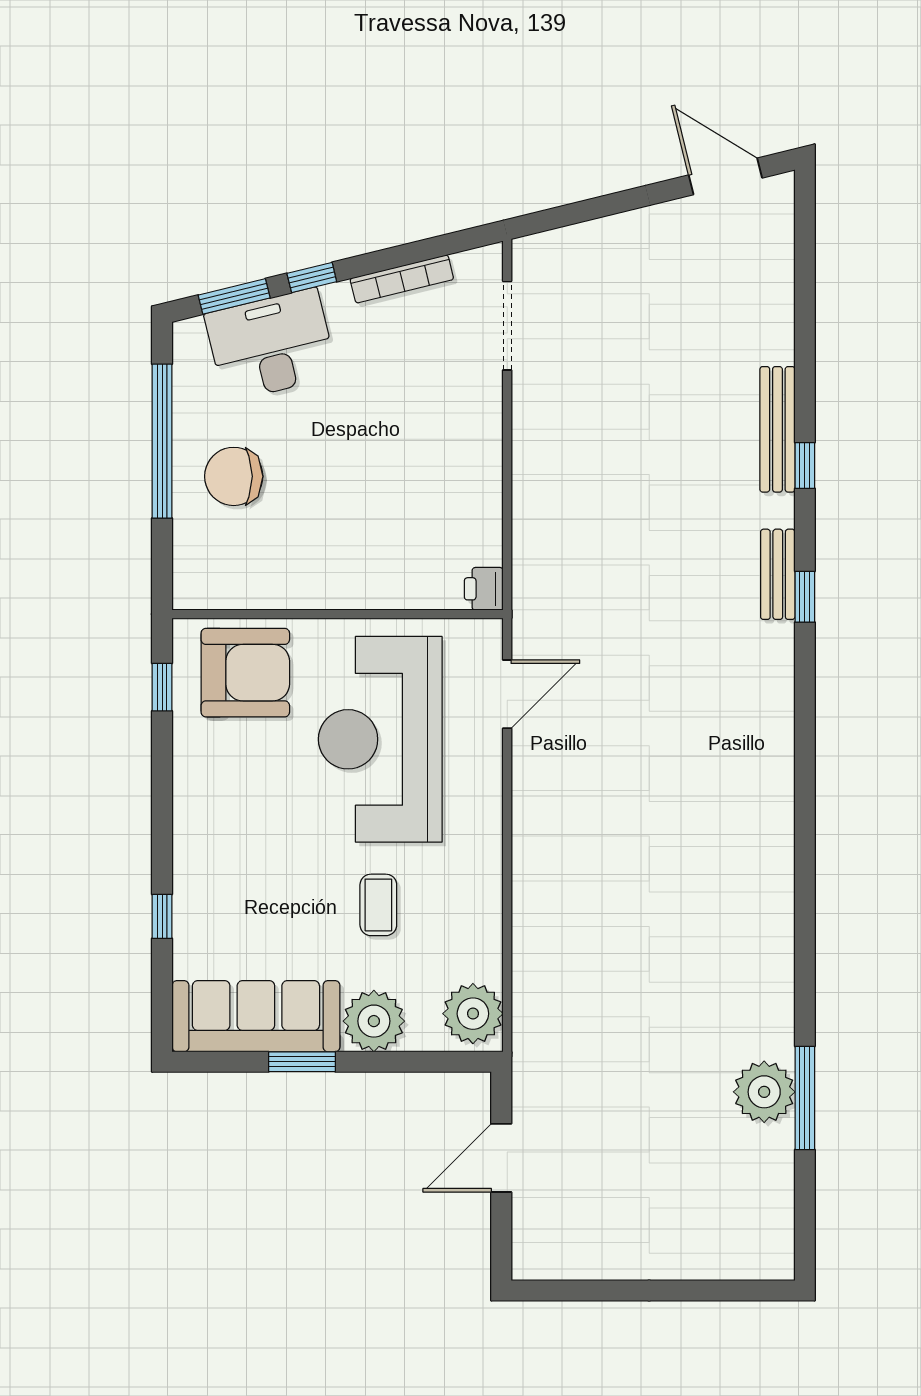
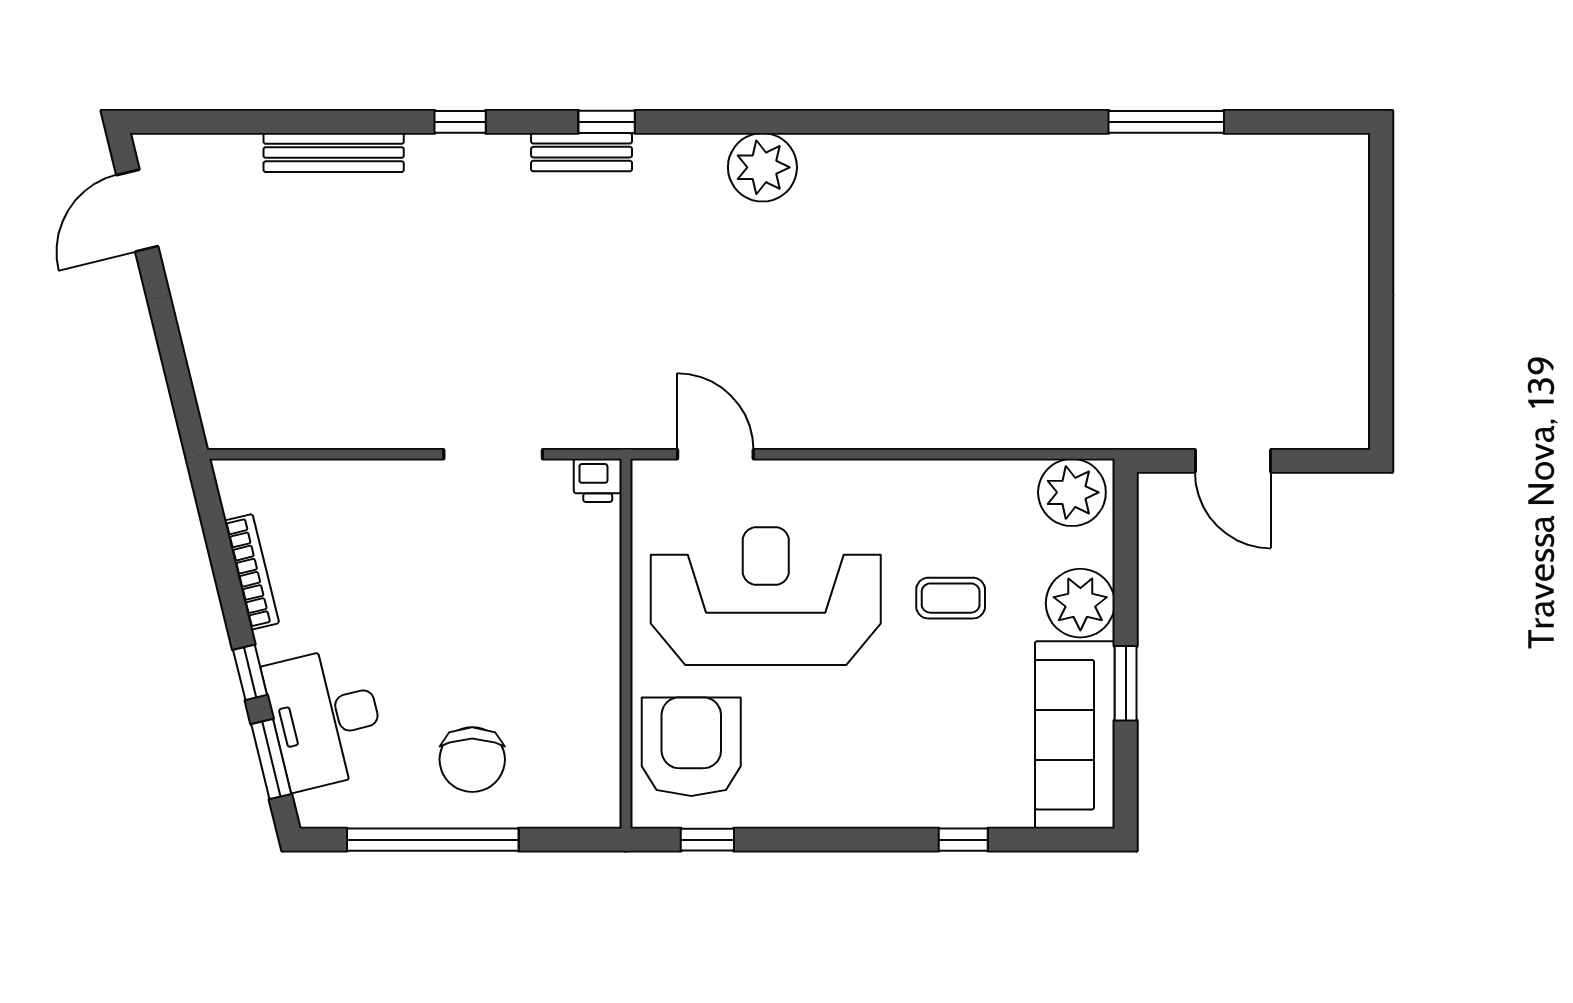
doorway: (507, 326) -> (493, 454), moved
bench: (777, 429) -> (334, 153), moved
reception desk: (380, 739) -> (766, 596), turned 180
plant: (764, 1092) -> (762, 167), moved

